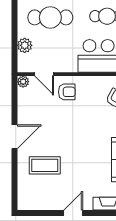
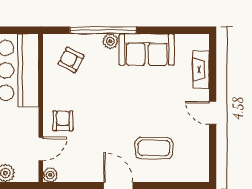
coffee table: (45, 165) -> (154, 148), turned 90

